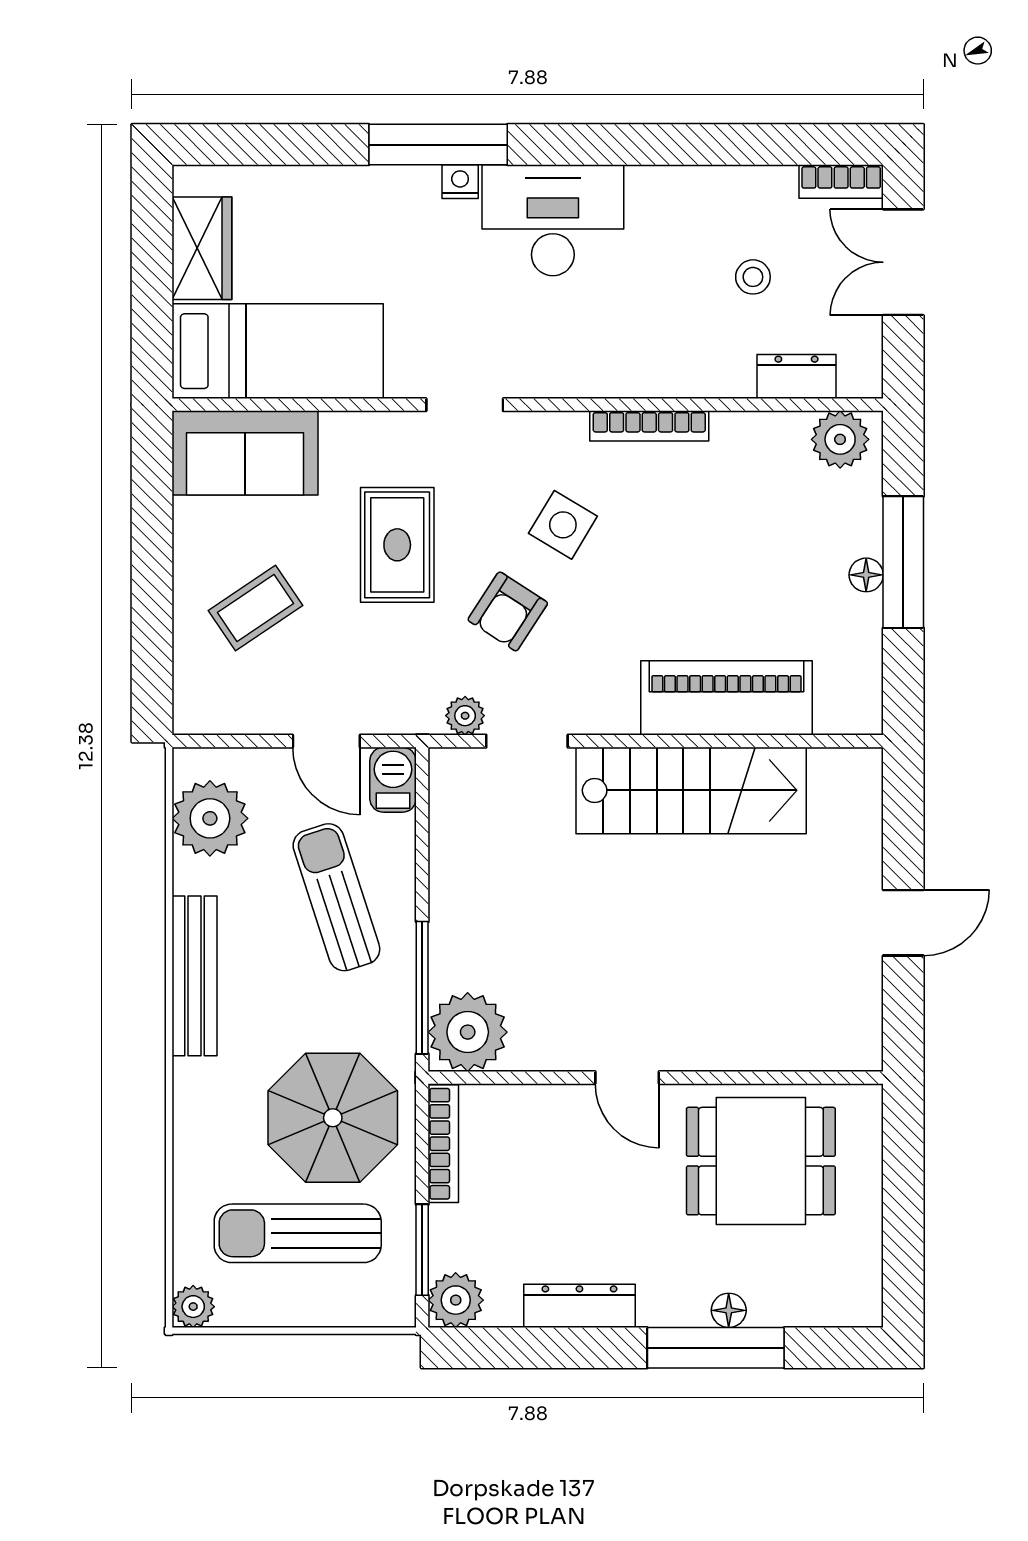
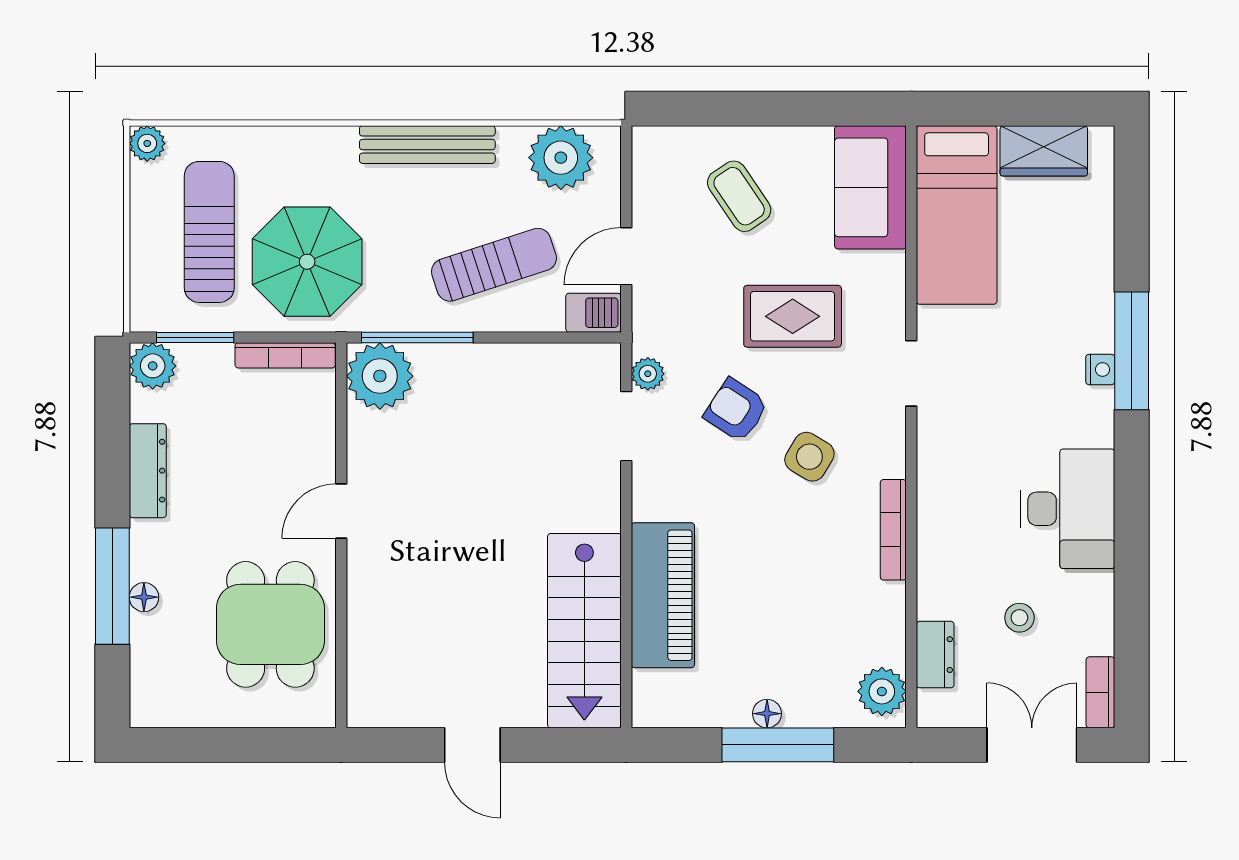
desk: (553, 220) -> (1068, 509), moved
stairs: (691, 790) -> (584, 631), moved

